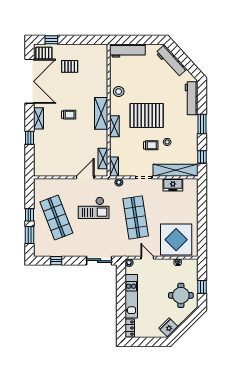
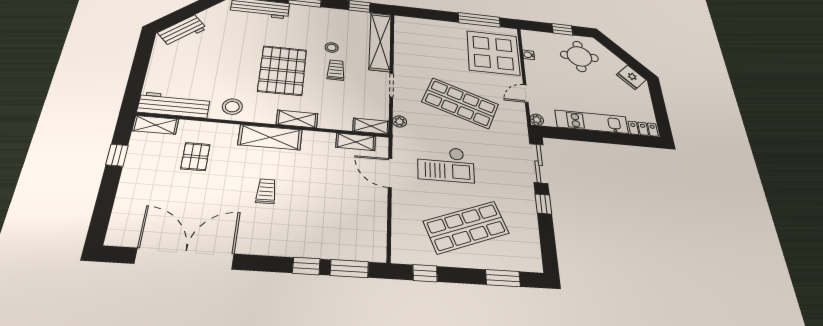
window: (51, 40) -> (117, 155), moved
workbench: (127, 51) -> (174, 105), moved, turned -90
pallet: (44, 53) -> (129, 227), removed
workbench: (171, 61) -> (182, 30), width x0.73
pallet: (70, 66) -> (195, 157), moved
shelving: (38, 118) -> (155, 125), moved
window: (29, 158) -> (349, 269), added
freezer: (173, 185) -> (404, 48), removed
checkout: (94, 208) -> (446, 164), turned 90
window: (29, 215) -> (425, 273), moved
shop shelf: (136, 217) -> (460, 103), turned 30
window: (202, 232) -> (479, 20), added
window: (56, 261) -> (543, 204), moved

